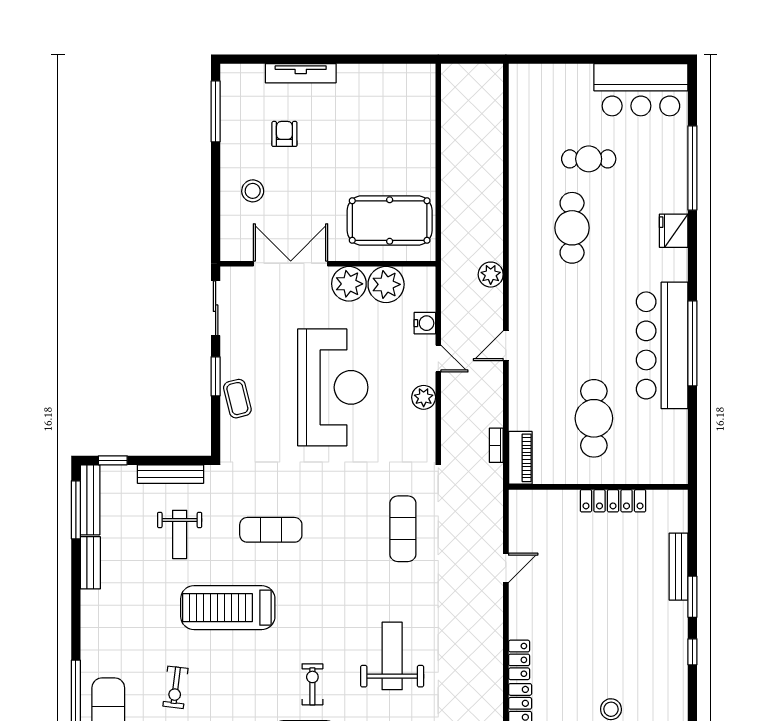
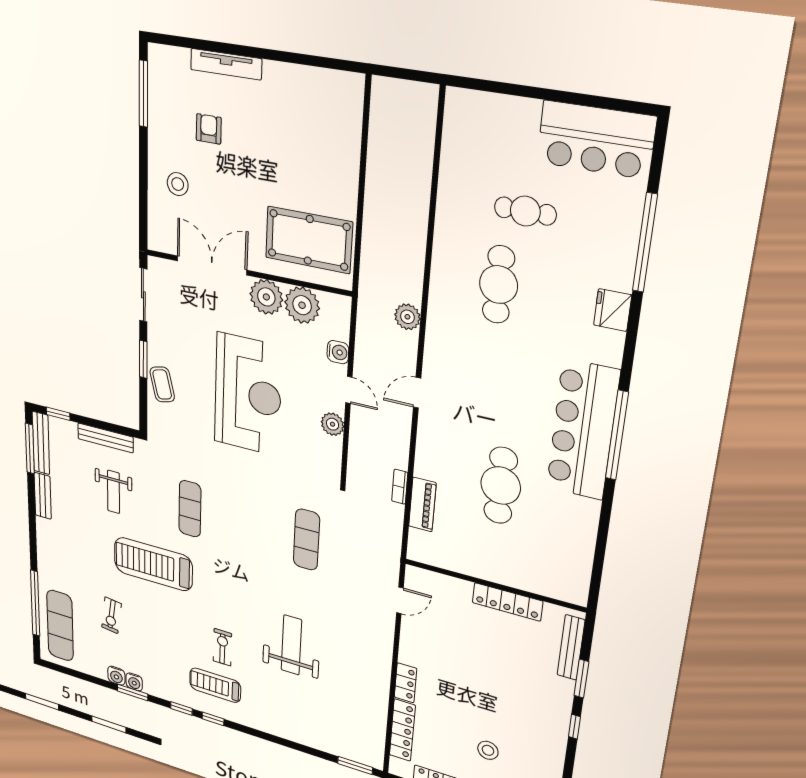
wall: (598, 487) -> (494, 585), moved
locker: (613, 501) -> (507, 602), moved
exercise mat: (271, 530) -> (190, 509), turned 90

